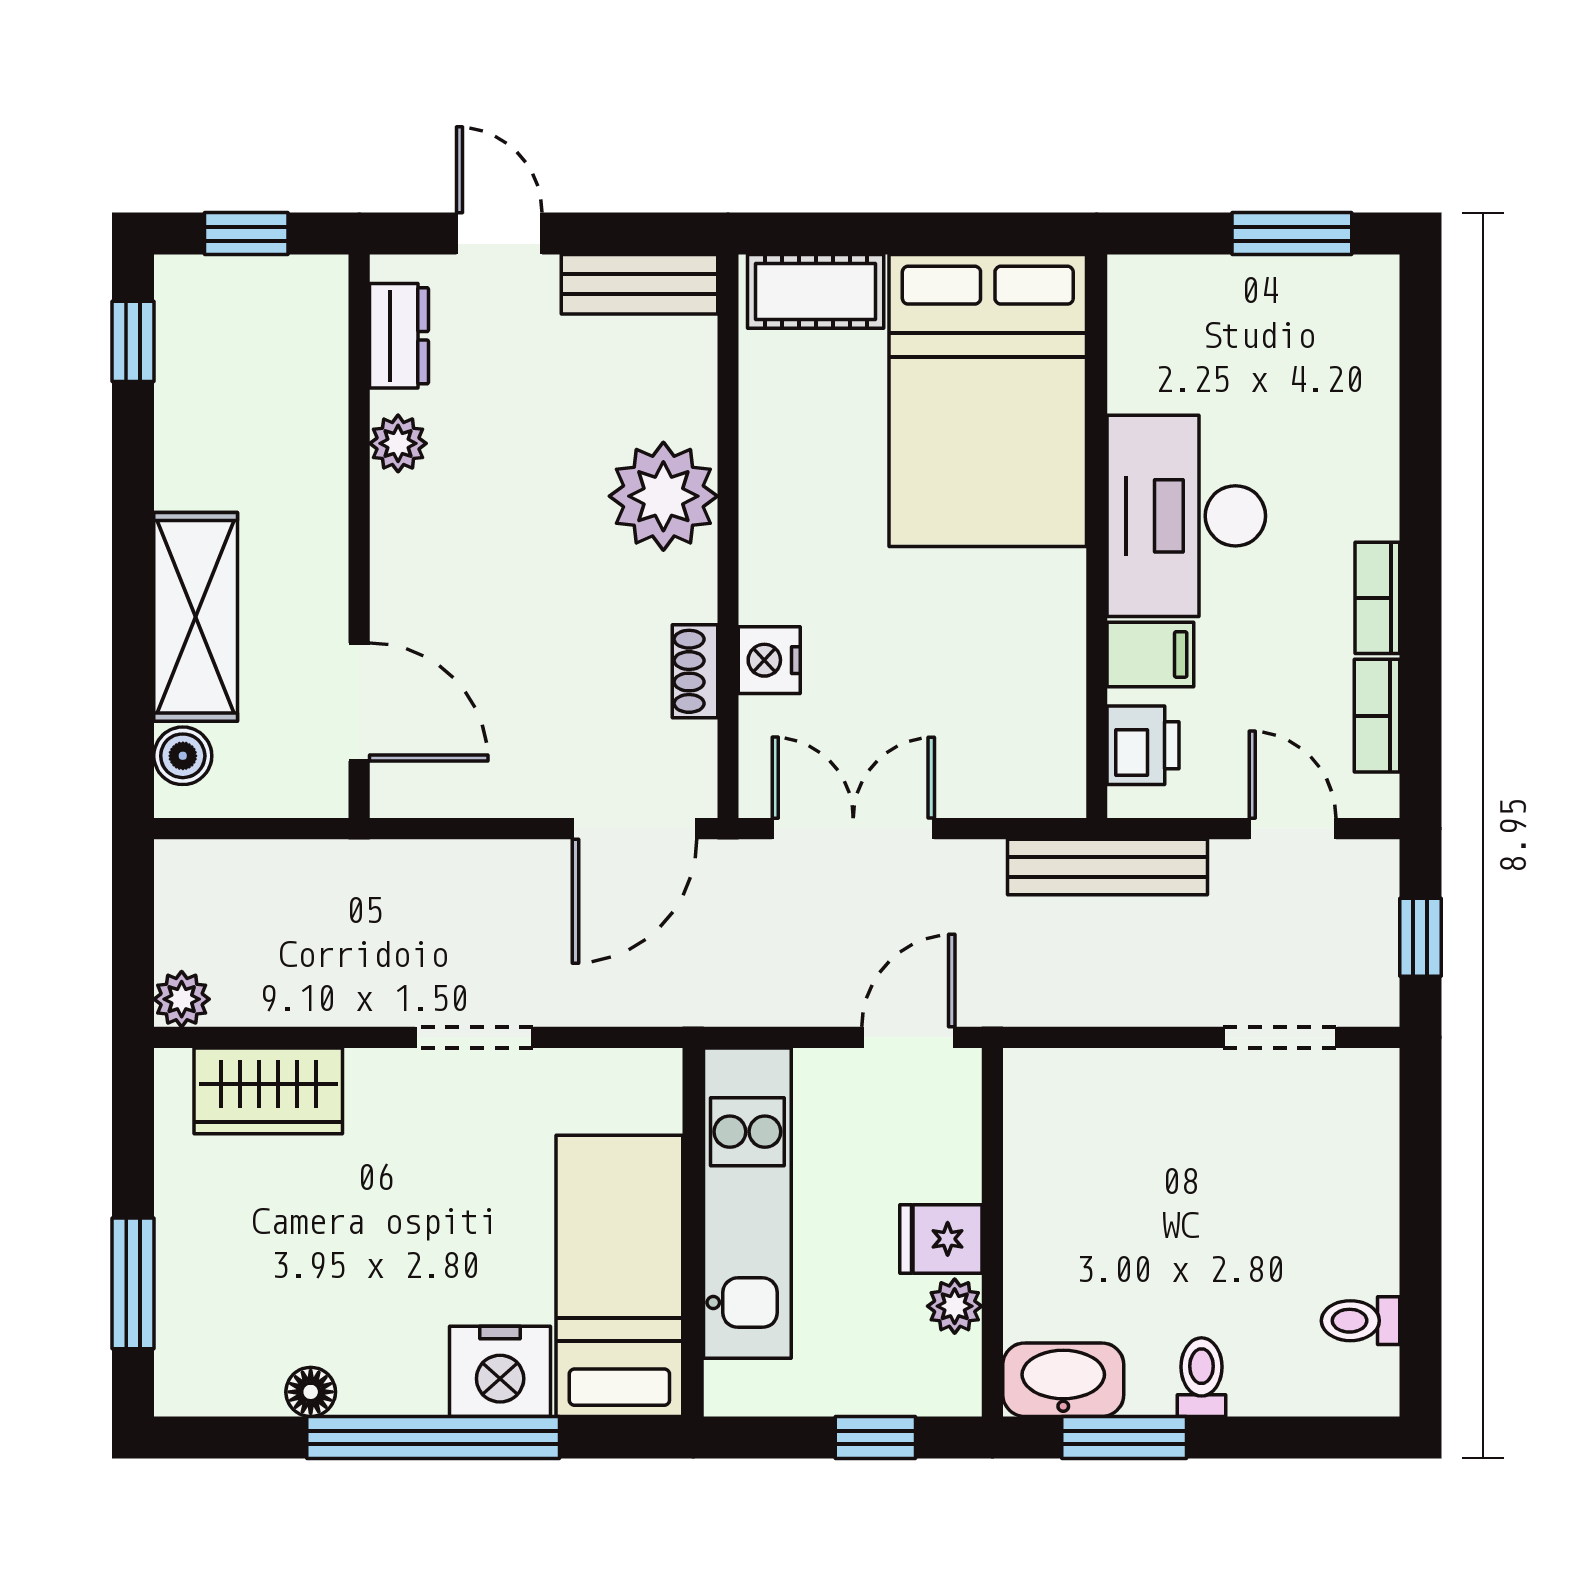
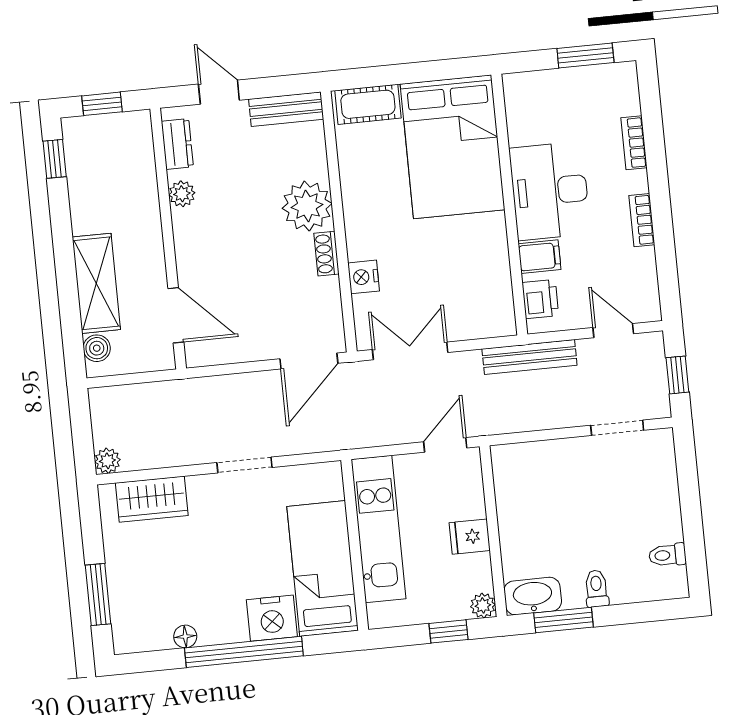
shoe rack: (695, 671) -> (326, 254), moved
bookcase: (1377, 716) -> (634, 143), moved
plant: (955, 1306) -> (483, 606), moved

